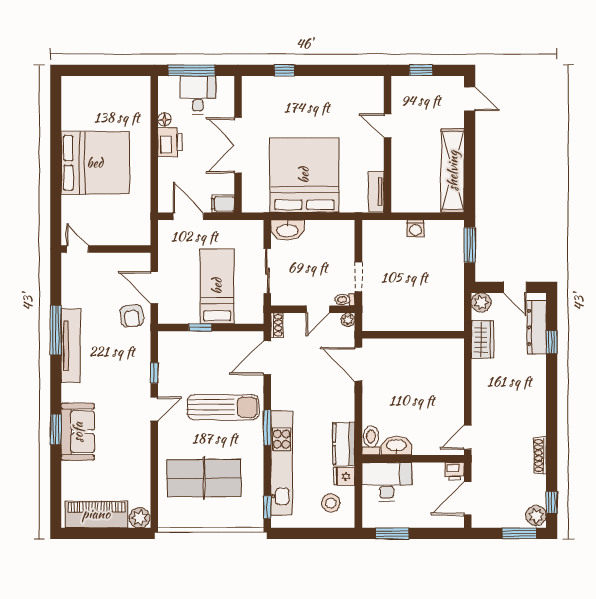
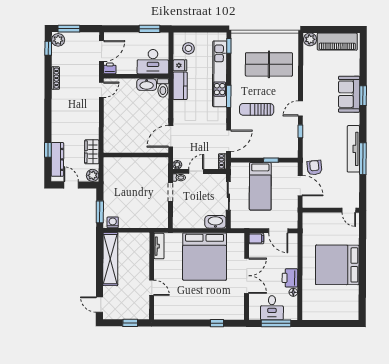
washing machine: (416, 229) -> (113, 222), moved
door: (358, 364) -> (171, 136), swing flipped
sun lounger: (223, 407) -> (257, 109), width x0.73, depth x0.75

